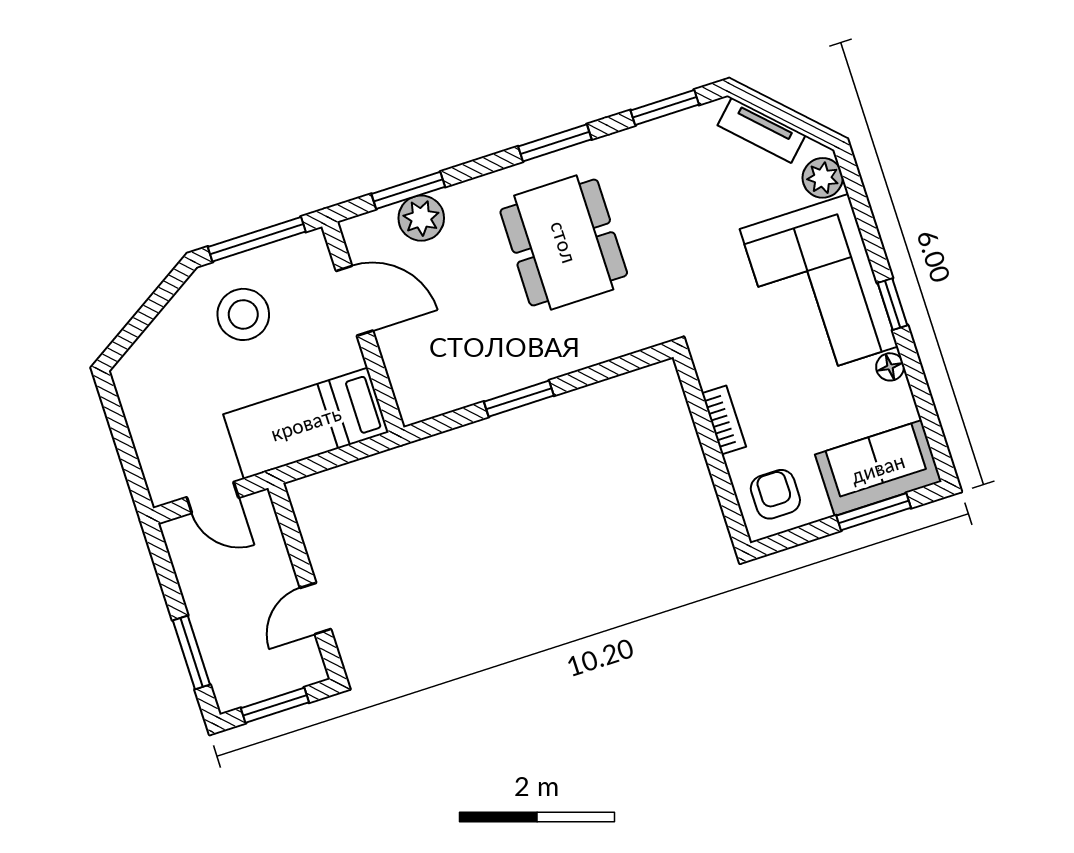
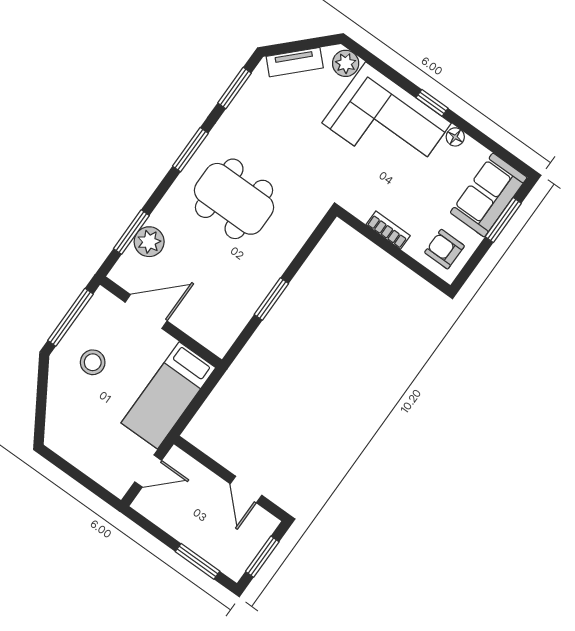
stool: (243, 314) -> (93, 362), width x0.73, depth x0.73

